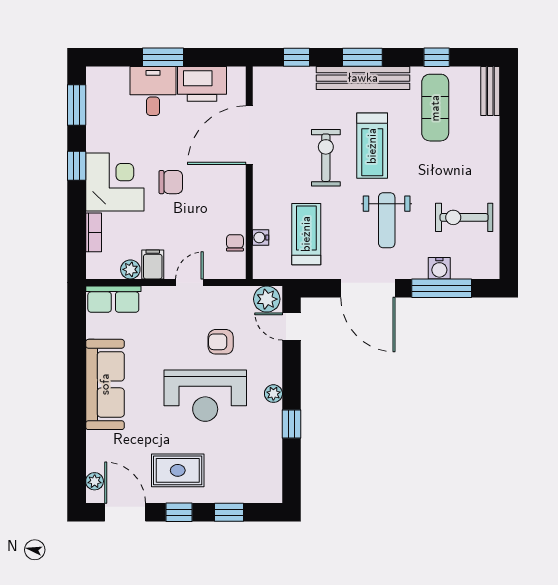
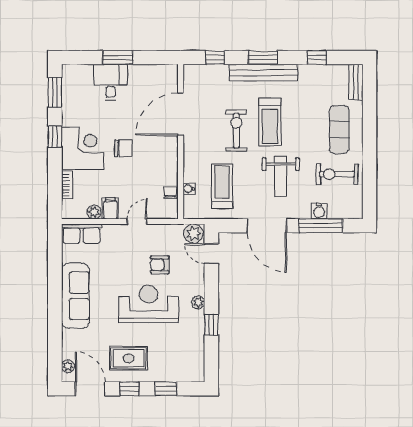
printer: (202, 84) -> (146, 77), removed
exercise mat: (435, 108) -> (339, 130), moved
reception desk: (205, 396) -> (149, 304), turned 180

